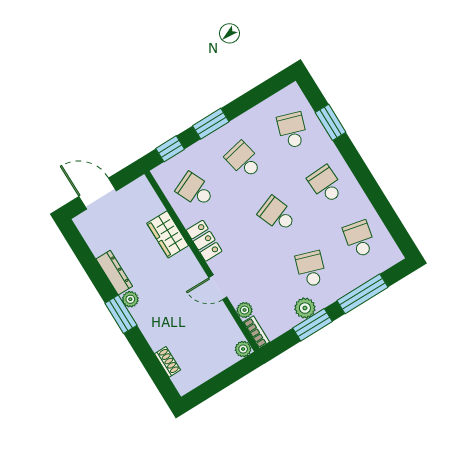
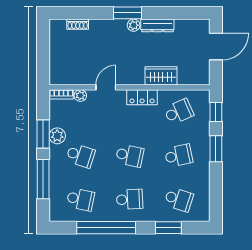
window: (373, 191) -> (106, 228), added
school desk: (277, 215) -> (130, 156), turned 33
plant: (243, 349) -> (55, 79), removed

